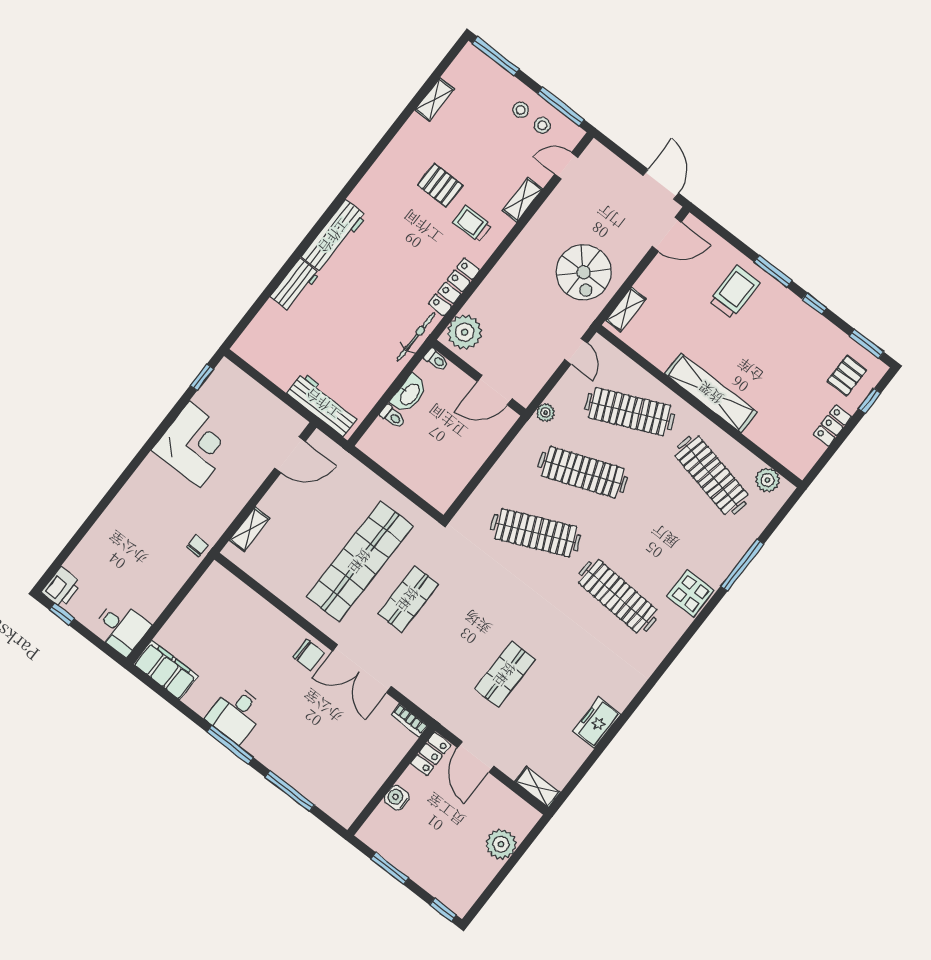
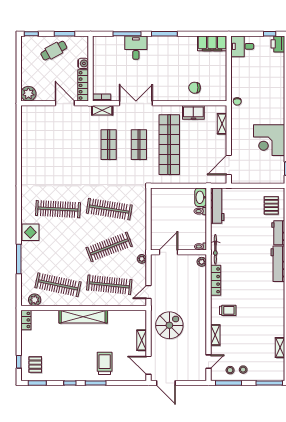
pallet: (440, 185) -> (271, 205), moved, turned 90
door: (667, 234) -> (148, 365), hinge flipped
spiral stairs: (584, 272) -> (169, 325), turned 90
trolley: (734, 292) -> (105, 363), turned 180
shelving: (626, 310) -> (142, 340), moved
plant: (465, 332) -> (202, 262), width x0.53, depth x0.53
door: (576, 351) -> (148, 292), hinge flipped
washbasin: (409, 394) -> (201, 197), moved
workbench: (323, 404) -> (217, 206), moved, turned -90
clothes rail: (630, 412) -> (109, 285), turned 30
locker: (832, 426) -> (26, 320), moved
clothes rail: (536, 533) -> (109, 209), turned 33
chair: (309, 655) -> (195, 88), moved
shop shelf: (505, 674) -> (109, 145), moved
desk: (236, 714) -> (136, 48), moved
freezer: (597, 722) -> (193, 112), moved, turned 90
locker: (431, 754) -> (83, 85), width x1.53
shelving: (537, 787) -> (102, 110), moved
plant: (501, 844) -> (28, 94), moved
cafe table: (428, 855) -> (54, 51), added

